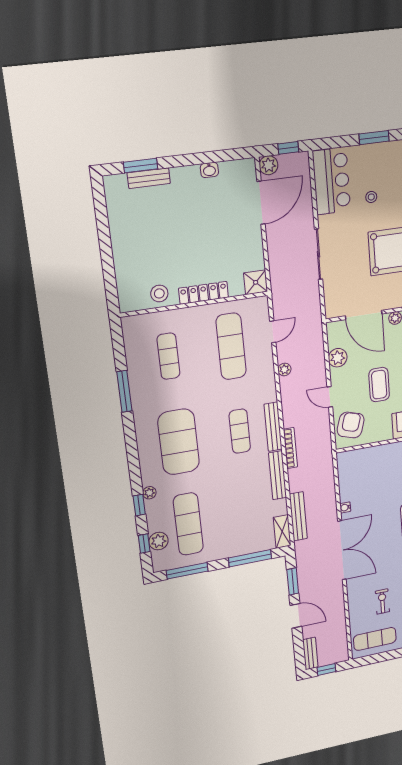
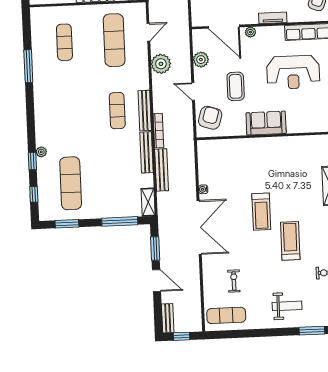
plant: (284, 369) -> (161, 64), width x1.87, depth x1.87
exercise mat: (179, 442) -> (67, 113), removed
bench: (298, 516) -> (162, 170), moved
plant: (159, 541) -> (45, 194), removed
window: (187, 571) -> (67, 224), width x0.69

